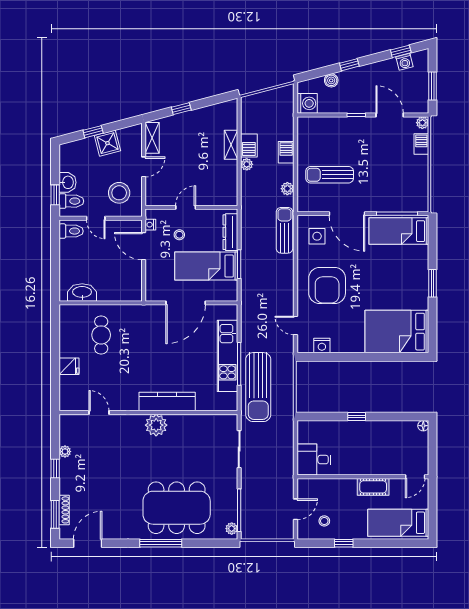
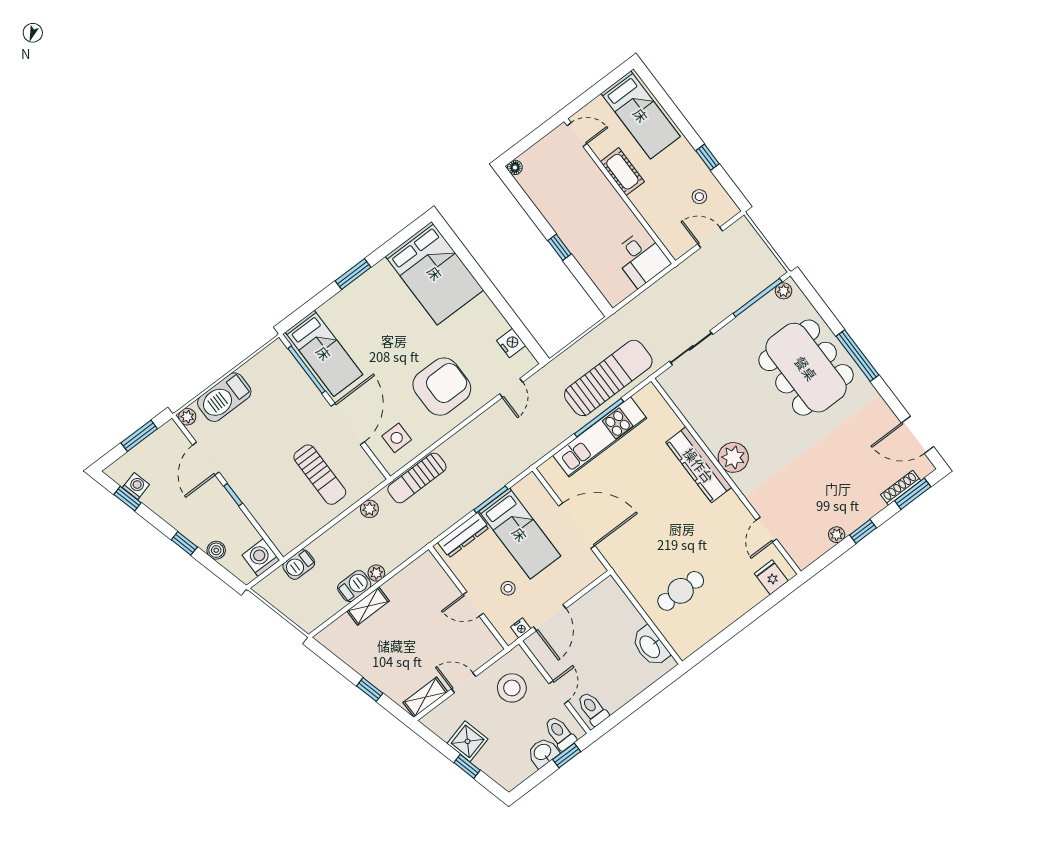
barbecue: (421, 144) -> (224, 397), width x1.88, depth x1.53
barbecue: (286, 152) -> (299, 564), moved
fridge: (69, 366) -> (771, 577), moved

